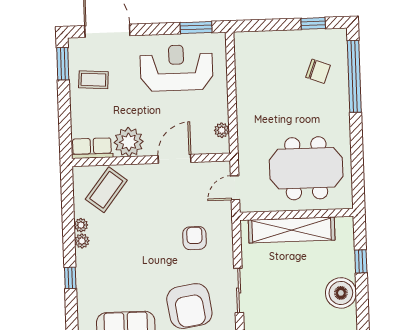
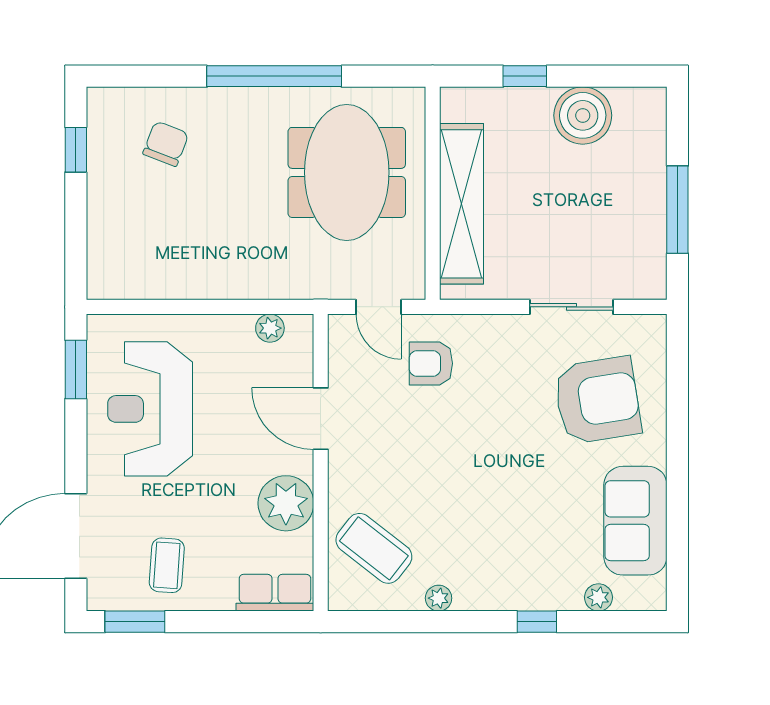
window: (354, 76) -> (274, 76), moved
row of seats: (92, 148) -> (275, 593), moved, turned 90
armchair: (195, 238) -> (431, 363), moved
plant: (82, 241) -> (598, 597), moved

